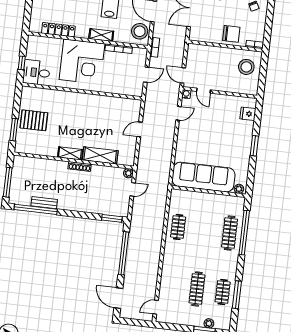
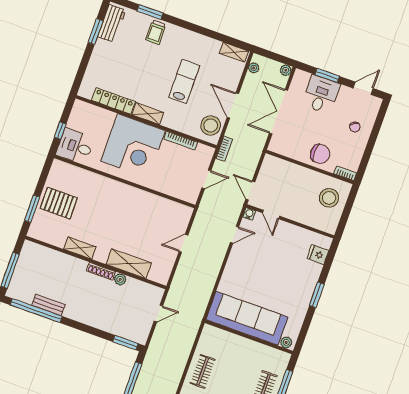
shelving: (101, 35) -> (148, 114), moved
shelving: (70, 153) -> (80, 248), moved
plant: (128, 173) -> (120, 279), moved

